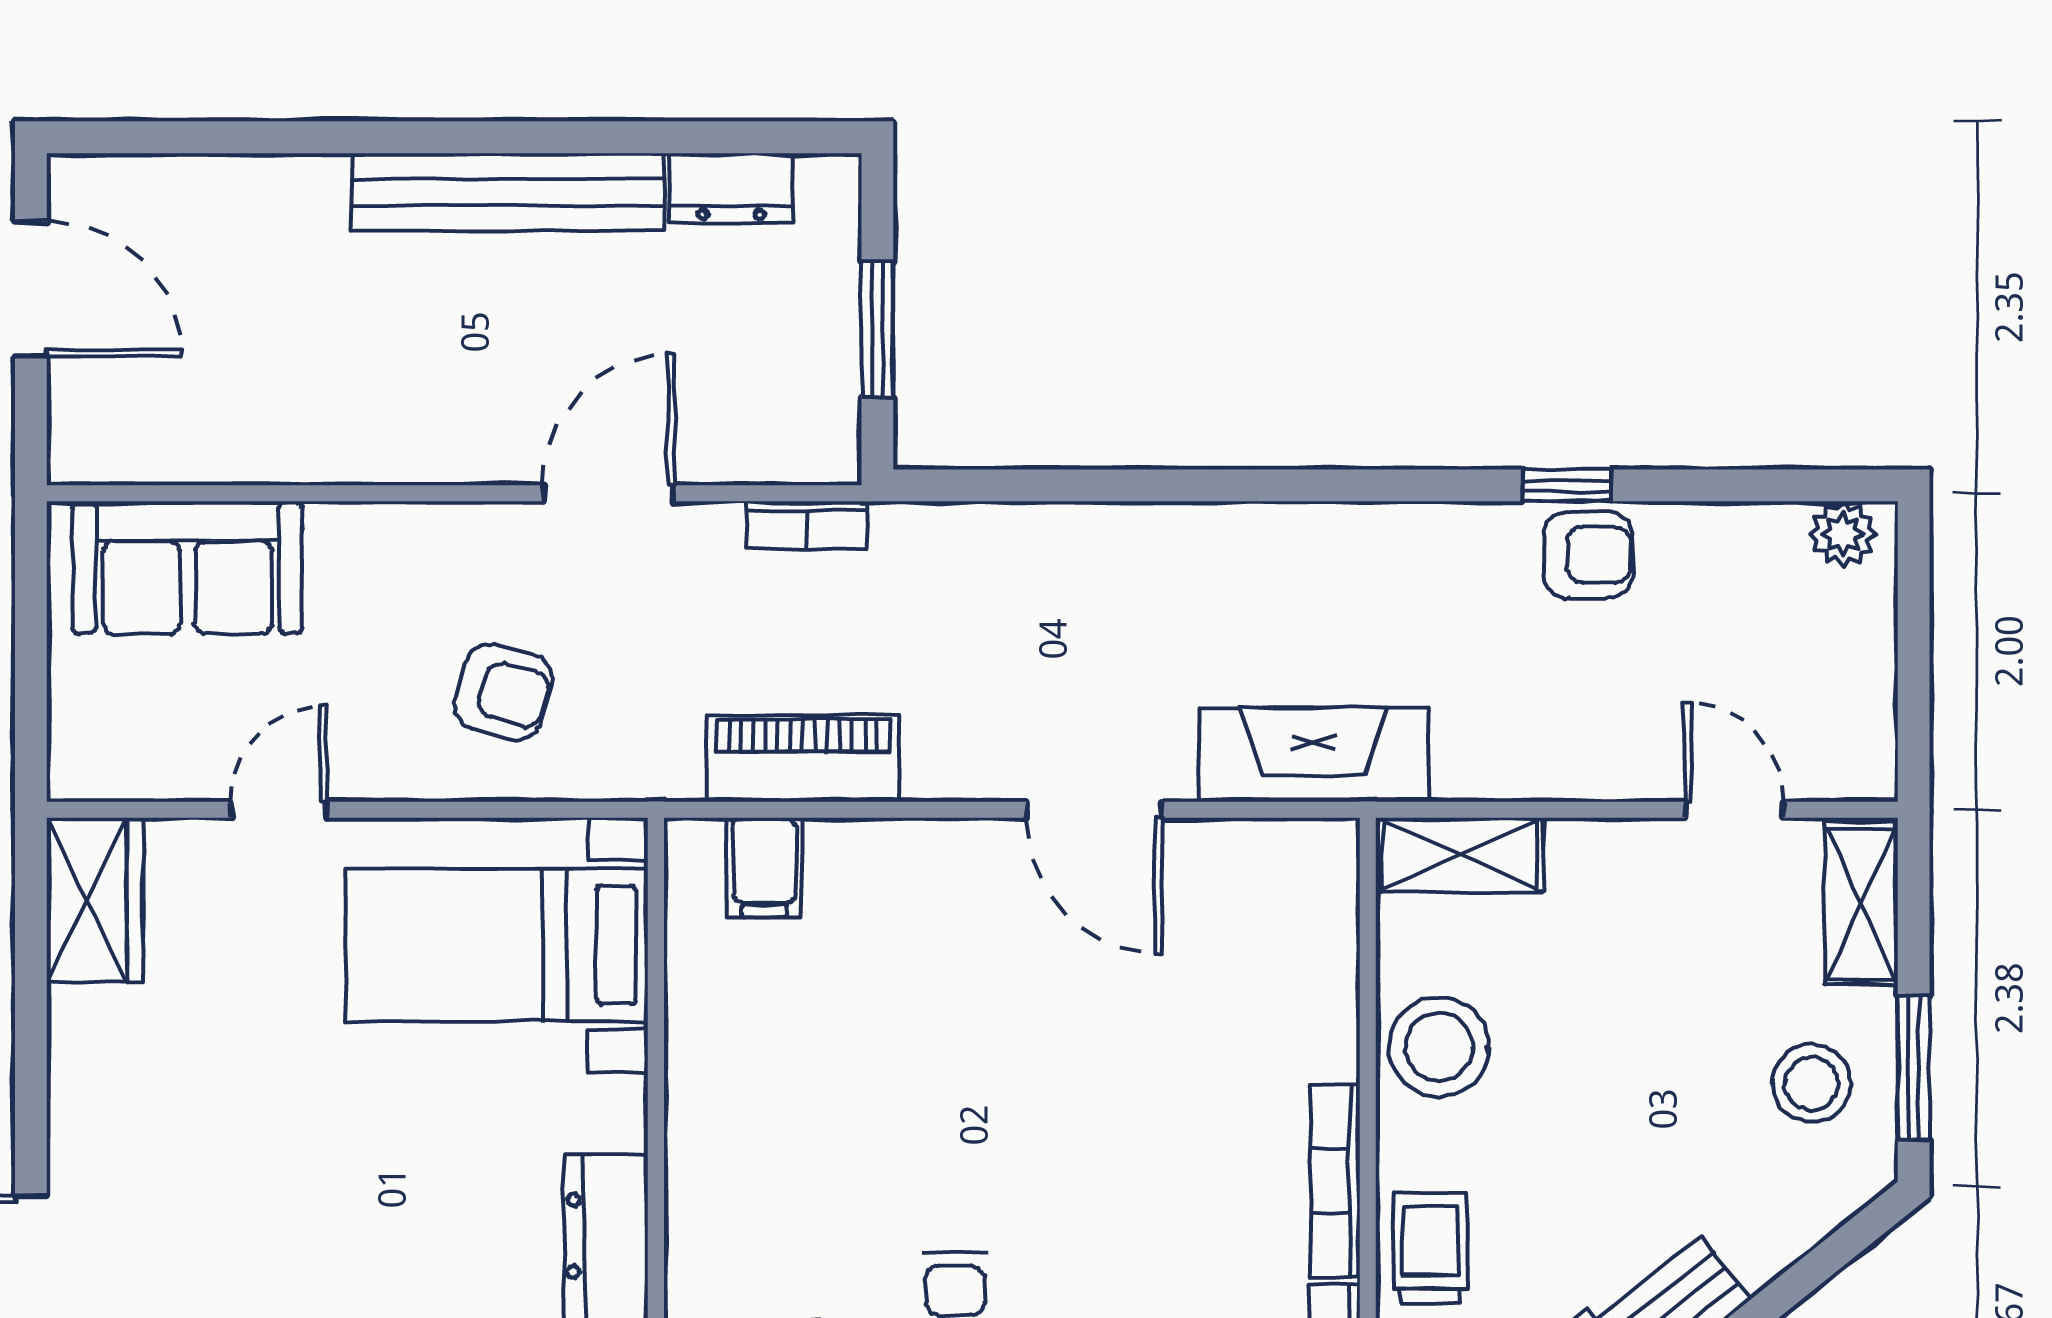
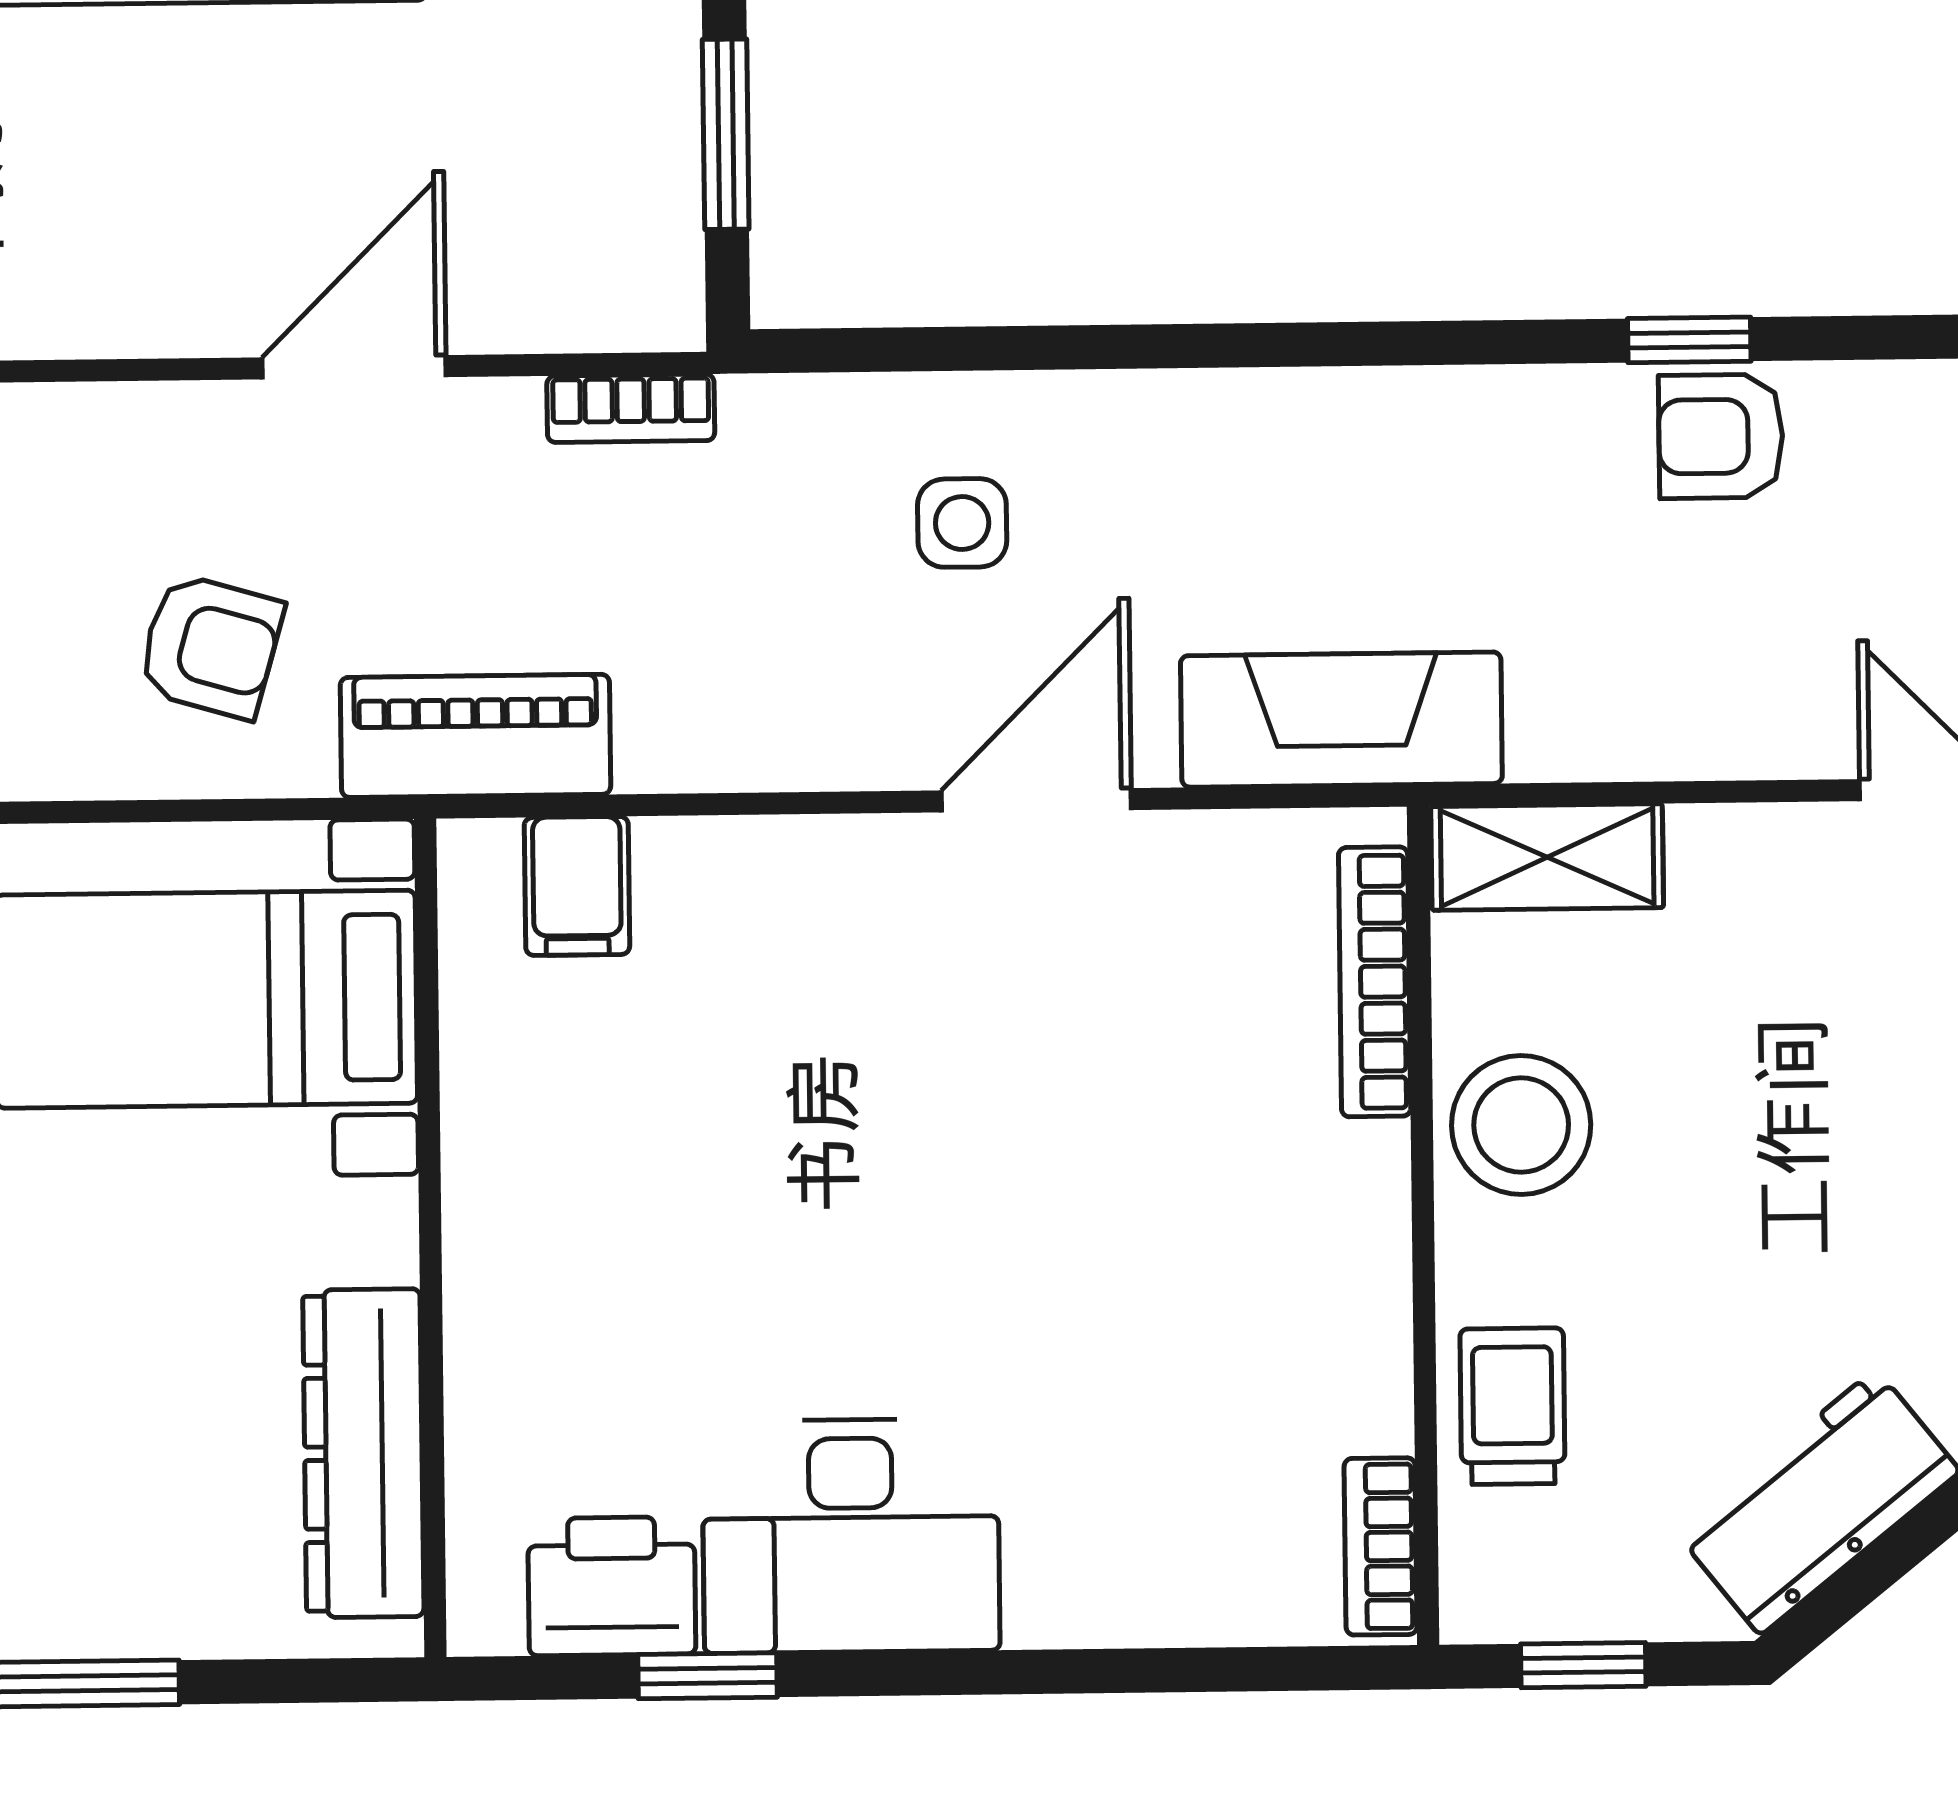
armchair: (1588, 555) -> (1721, 436), turned 180
side table: (1043, 610) -> (962, 523), added
piano: (803, 759) -> (475, 736), moved
door: (1094, 810) -> (1036, 800), swing flipped
bookcase: (1335, 1181) -> (1375, 982), moved

